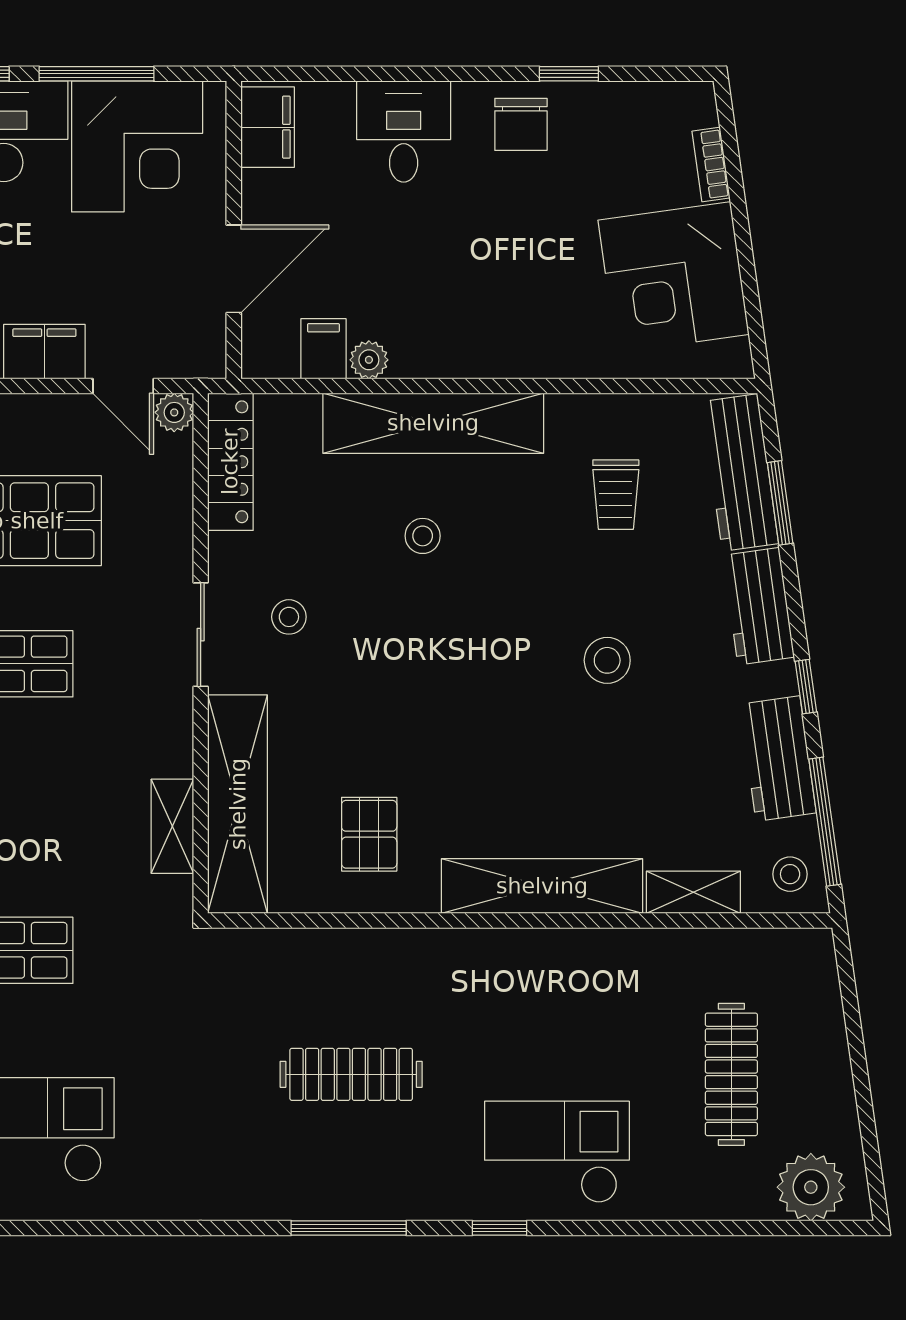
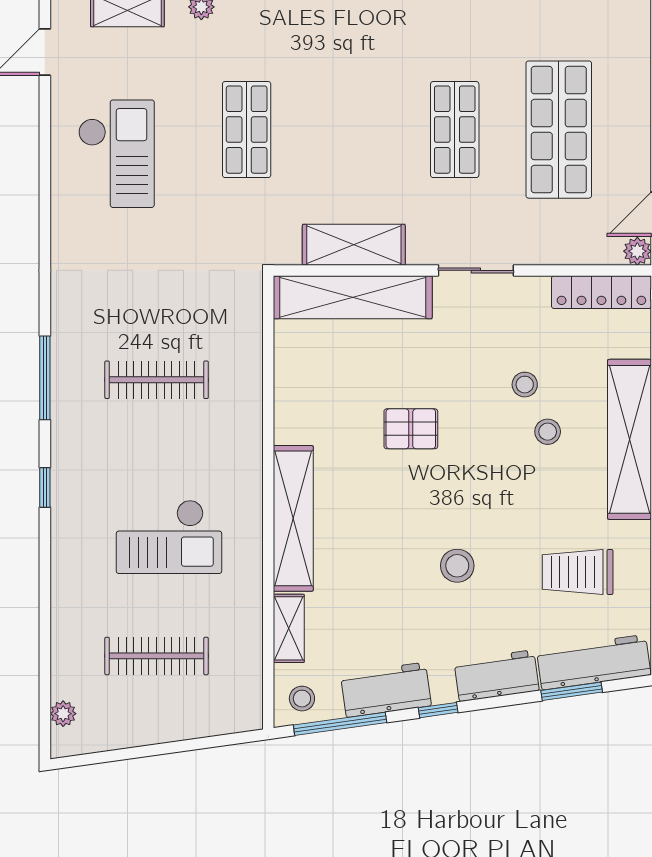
trolley: (616, 495) -> (578, 572), width x1.36, depth x1.39
stool: (289, 617) -> (525, 385), moved
shelving: (172, 826) -> (354, 245), width x1.50, depth x1.33
pallet: (369, 834) -> (411, 429), moved
clothes rail: (351, 1074) -> (157, 380), turned 90
checkout: (557, 1152) -> (169, 537), moved, turned 90
plant: (811, 1187) -> (63, 714), width x0.53, depth x0.53

